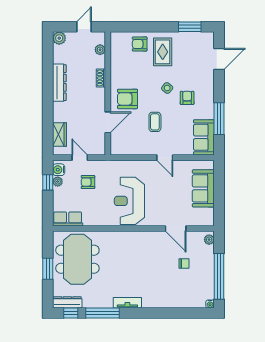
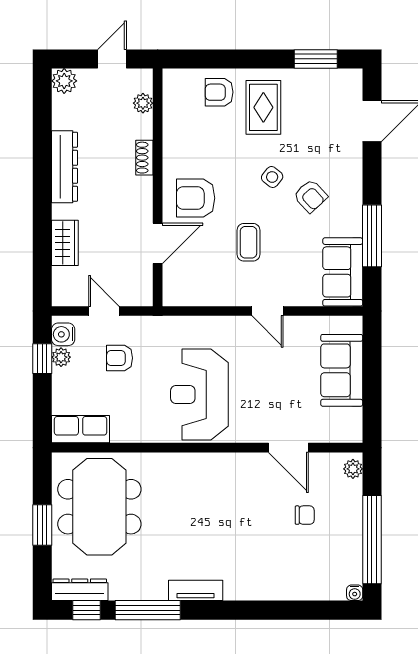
armchair: (187, 98) -> (310, 196), turned 137
wardrobe: (60, 134) -> (65, 243), moved

